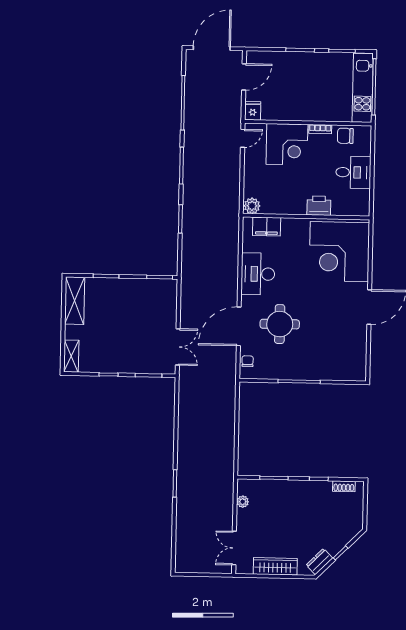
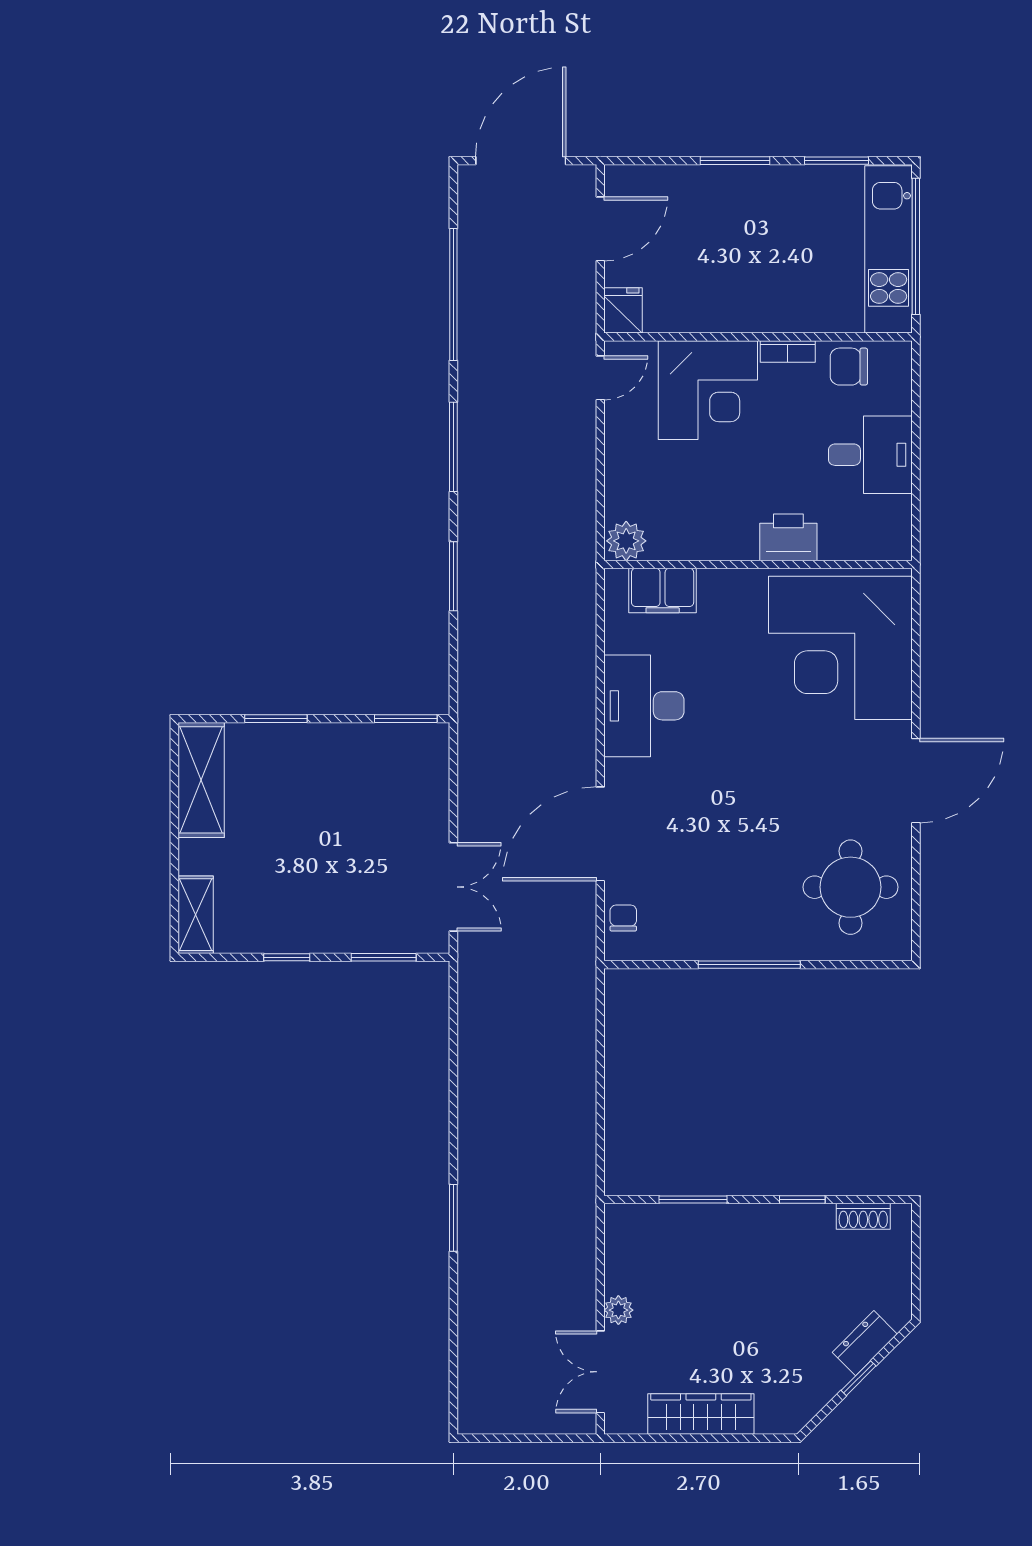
round table: (280, 324) -> (851, 887), moved
plant: (243, 502) -> (618, 1310), moved
dresser: (319, 562) -> (865, 1343), moved

